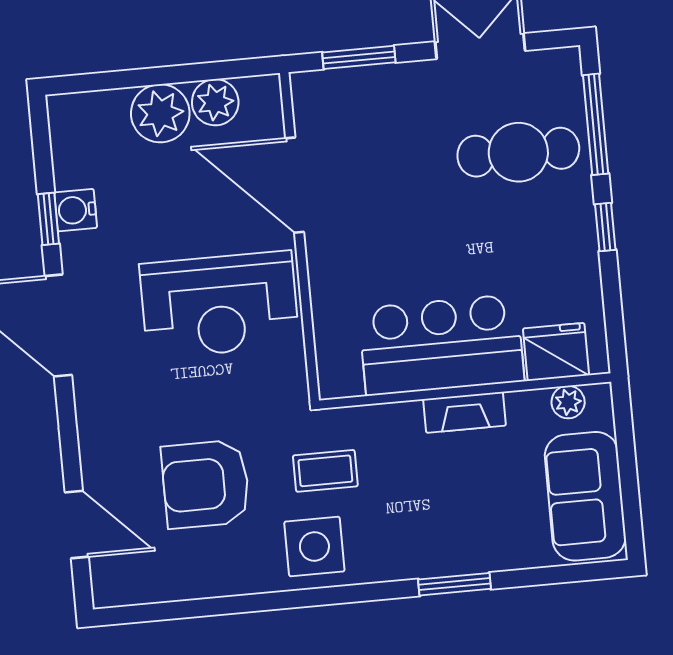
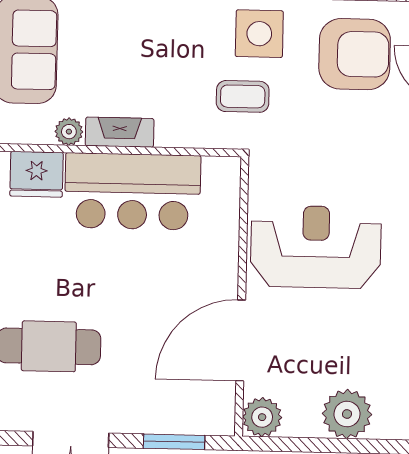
plant: (215, 102) -> (262, 417), moved
door: (295, 185) -> (241, 340), swing flipped
plant: (568, 402) -> (69, 132), moved
armchair: (206, 484) -> (355, 54), moved

